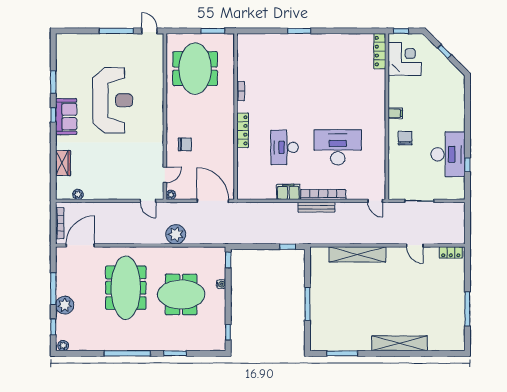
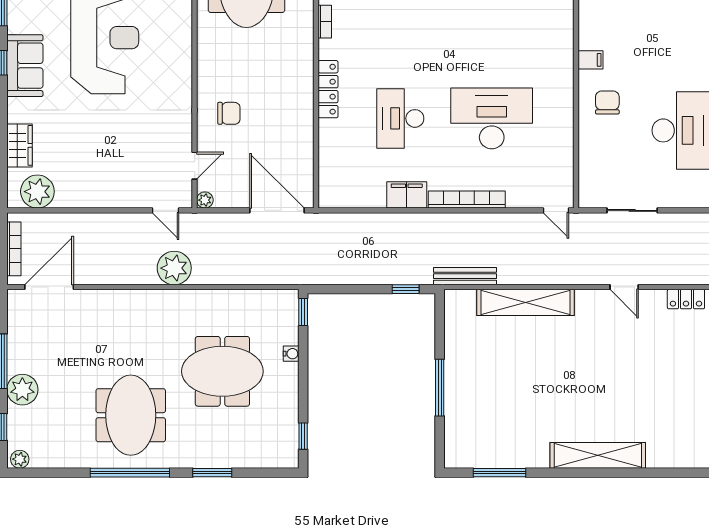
plant: (78, 194) -> (37, 192), width x1.87, depth x1.87
bench: (316, 207) -> (465, 276), moved
plant: (176, 234) -> (174, 268), moved
meeting table: (126, 288) -> (131, 415), moved, width x0.73

